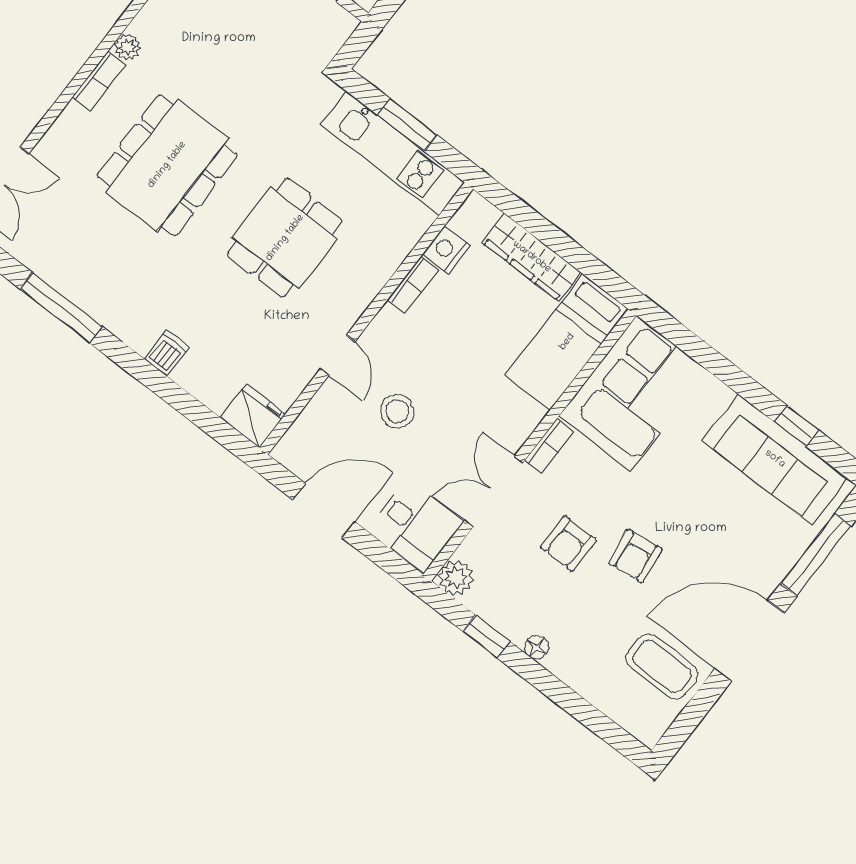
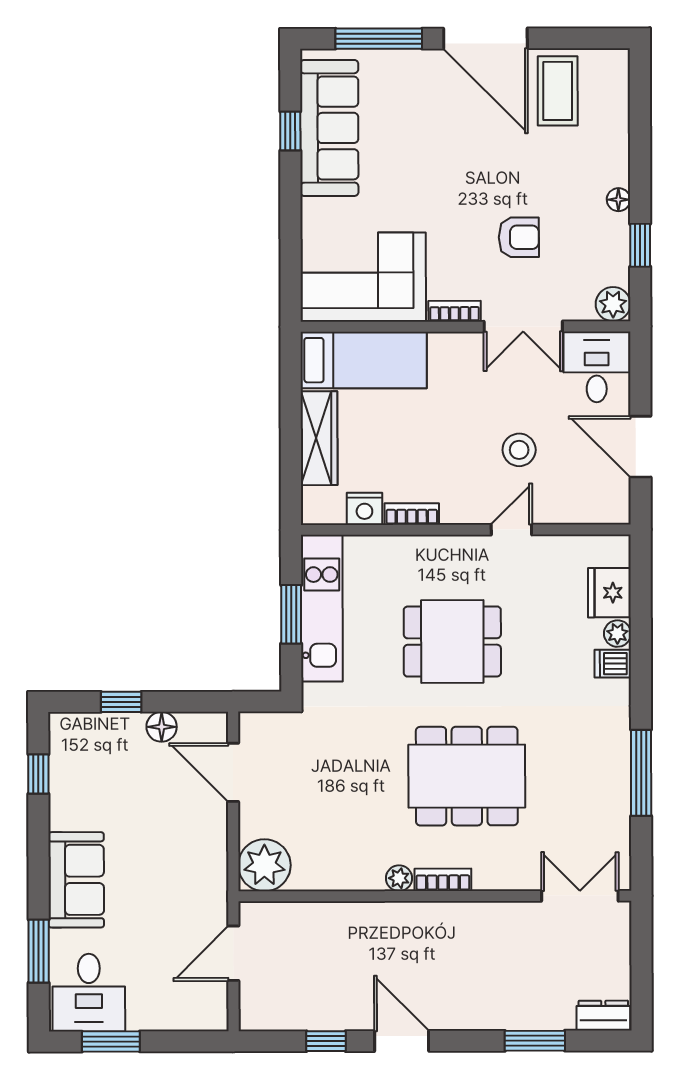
plant: (188, 376) -> (617, 634), added
fridge: (253, 416) -> (609, 593), moved
armchair: (635, 556) -> (488, 178), removed

